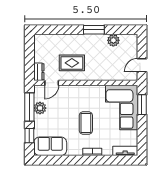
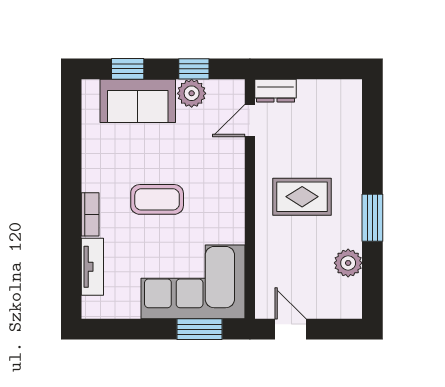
rug: (72, 63) -> (302, 197), moved, turned 90
door: (52, 83) -> (250, 120), hinge flipped
window: (29, 107) -> (194, 69), width x0.46
sofa: (50, 146) -> (138, 101), moved, turned 90
tv unit: (125, 151) -> (92, 267), moved

